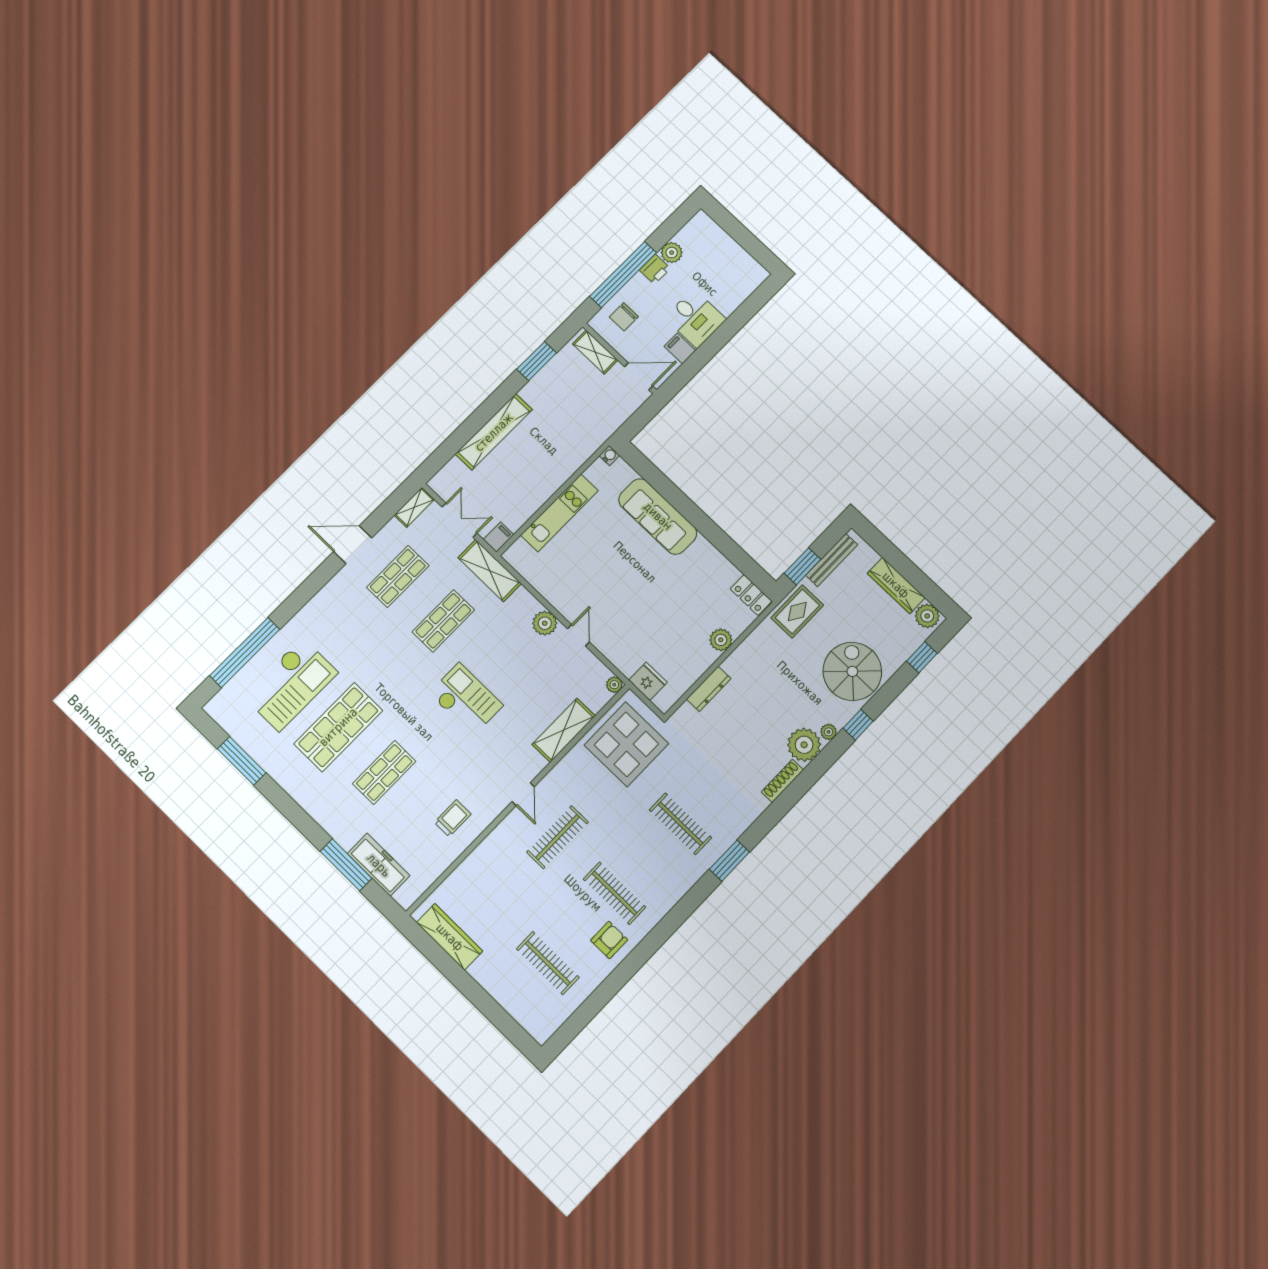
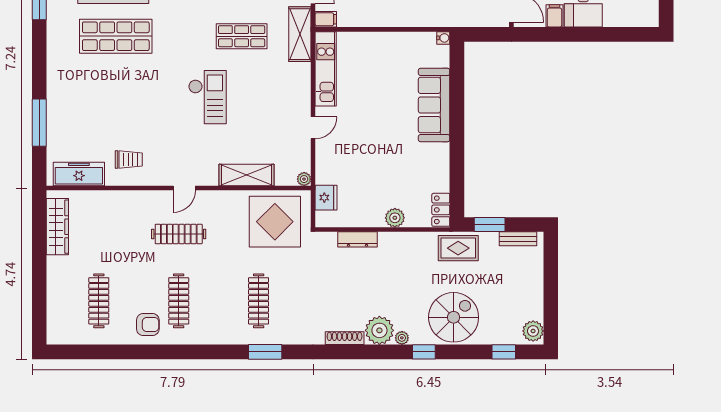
kitchen unit: (559, 513) -> (326, 69), moved, turned -90
bench: (832, 560) -> (518, 239), width x0.73
wardrobe: (896, 585) -> (534, 294), removed
plant: (545, 623) -> (300, 100), removed
shop shelf: (384, 772) -> (116, 91), removed
freezer: (379, 865) -> (79, 174), moved, turned -90

